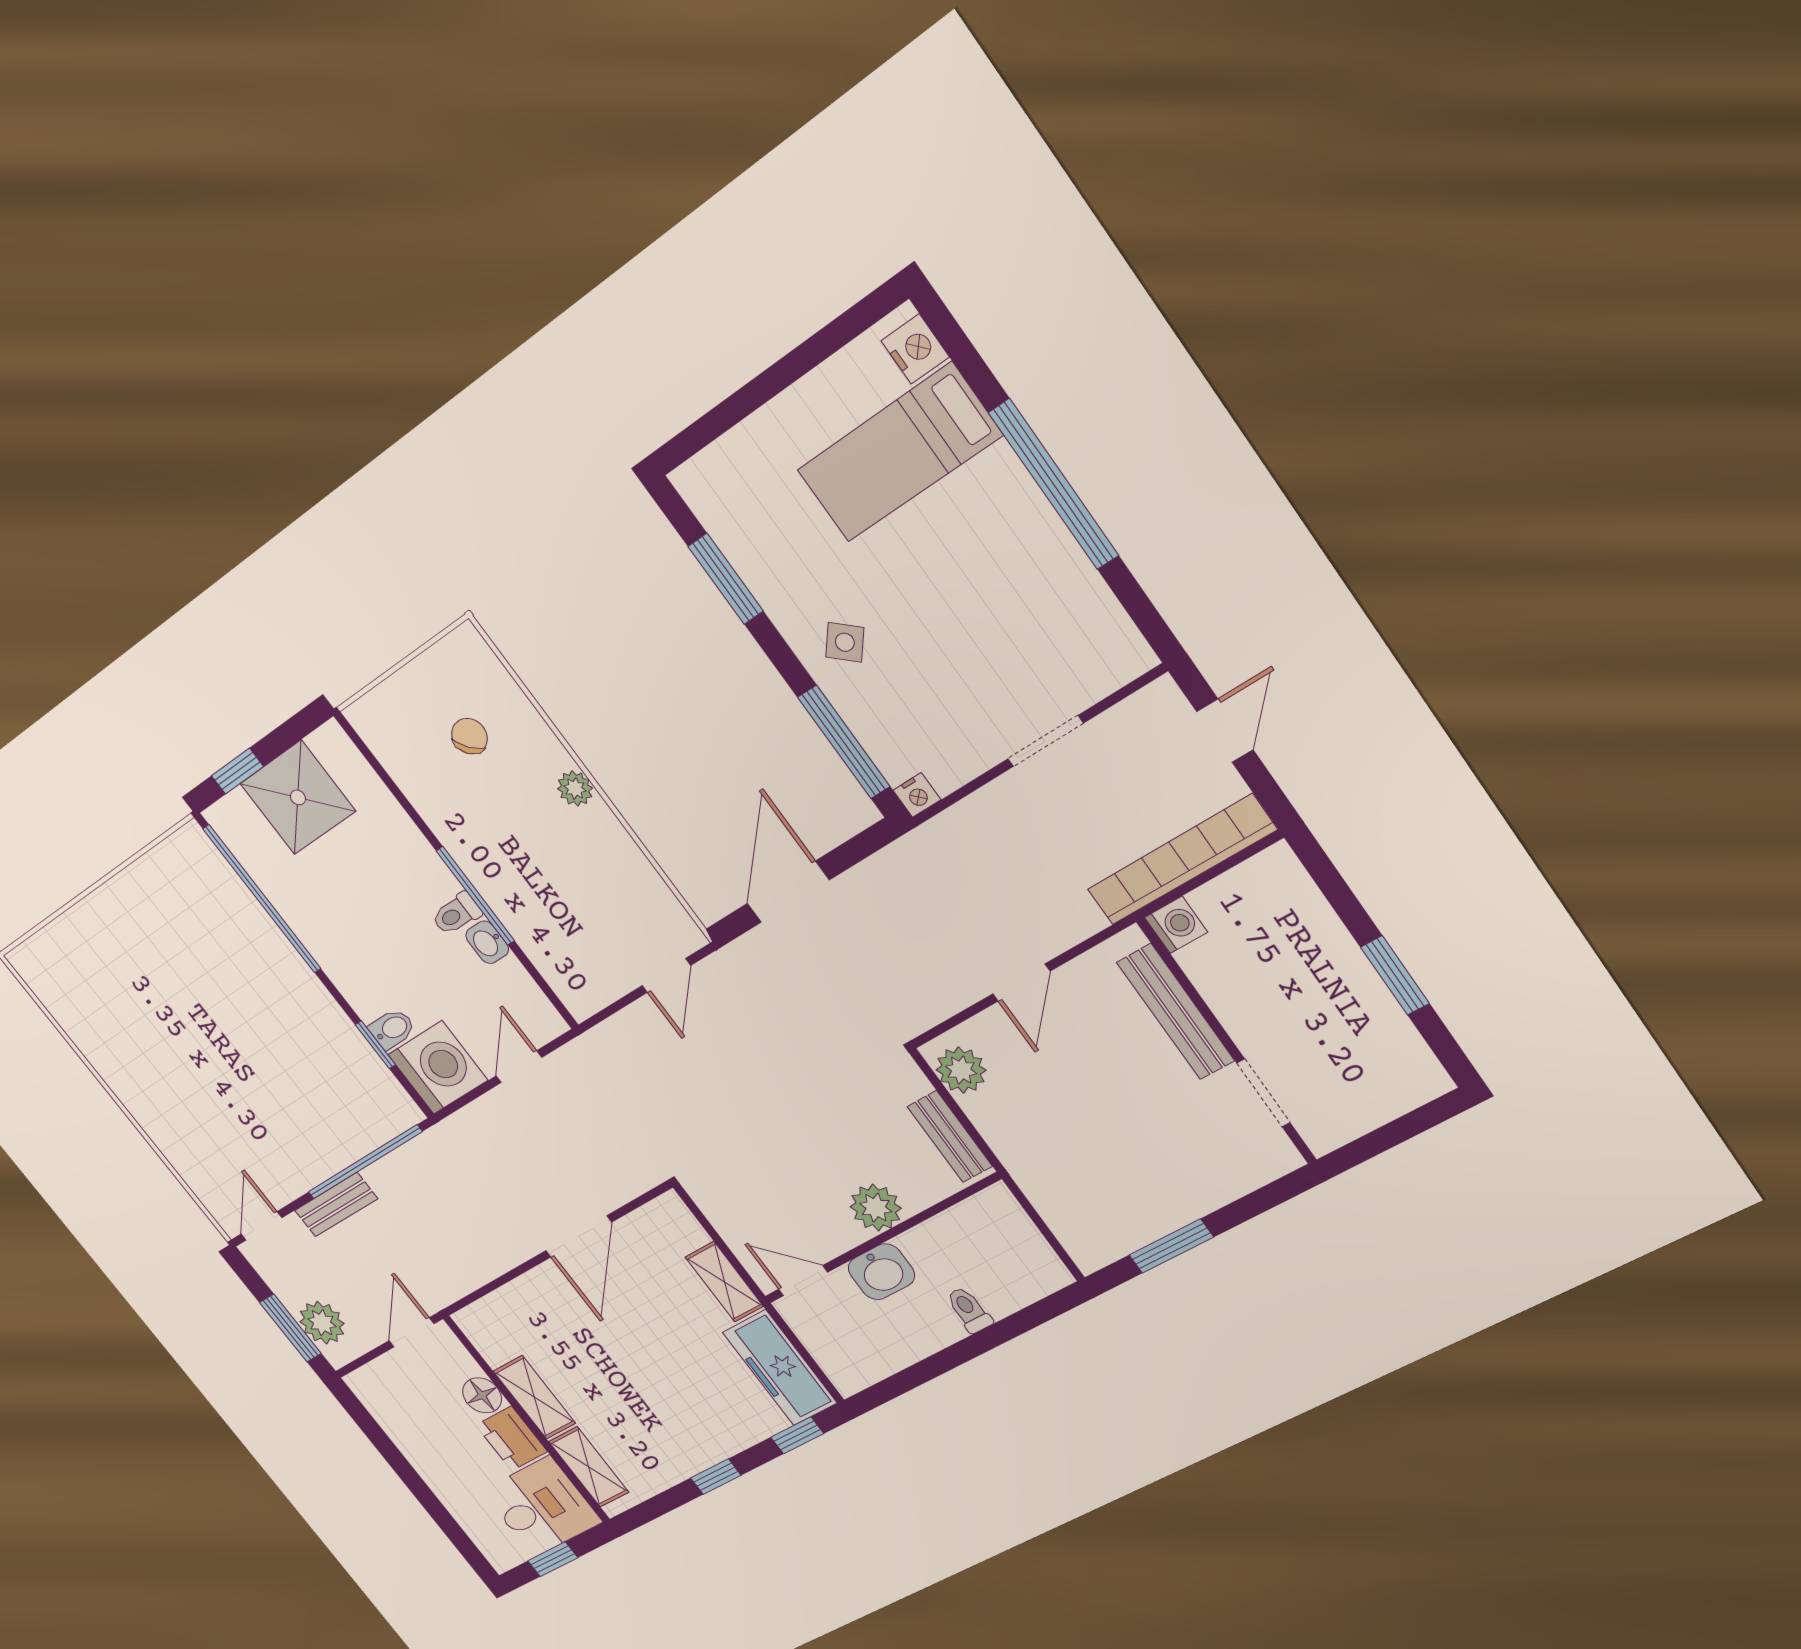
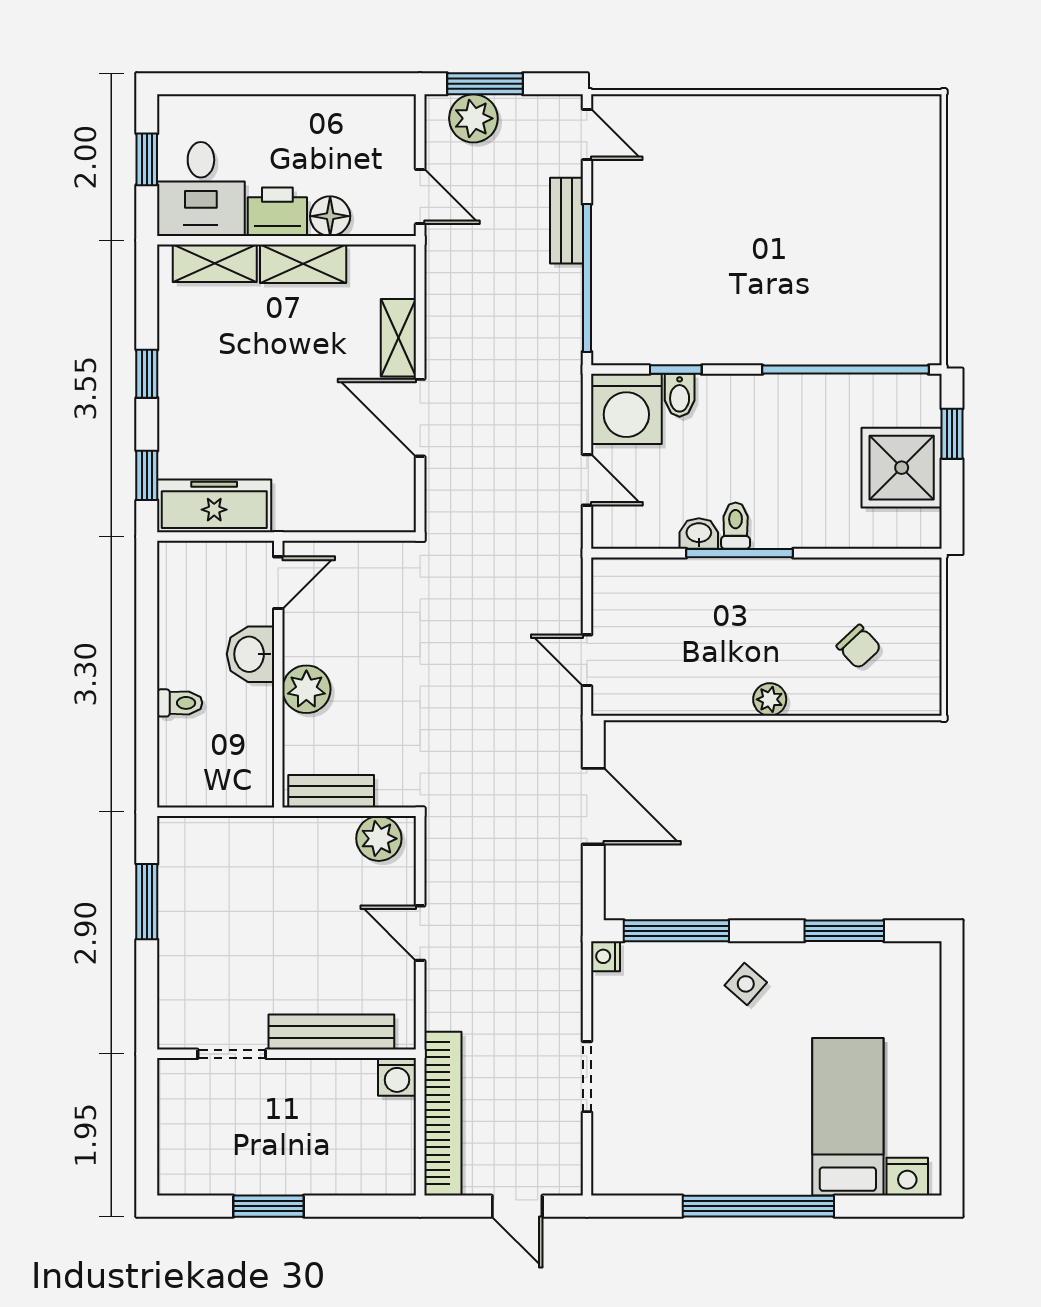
shelving: (724, 1282) -> (398, 338), moved, turned 90

